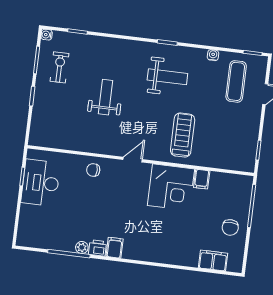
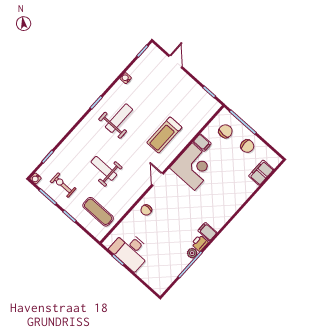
exercise mat: (236, 81) -> (98, 212), moved
treadmill: (183, 135) -> (164, 135), turned -90
chair: (230, 195) -> (225, 131), added

